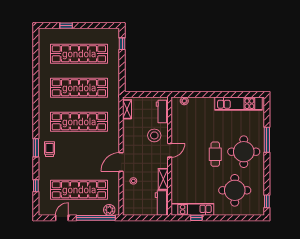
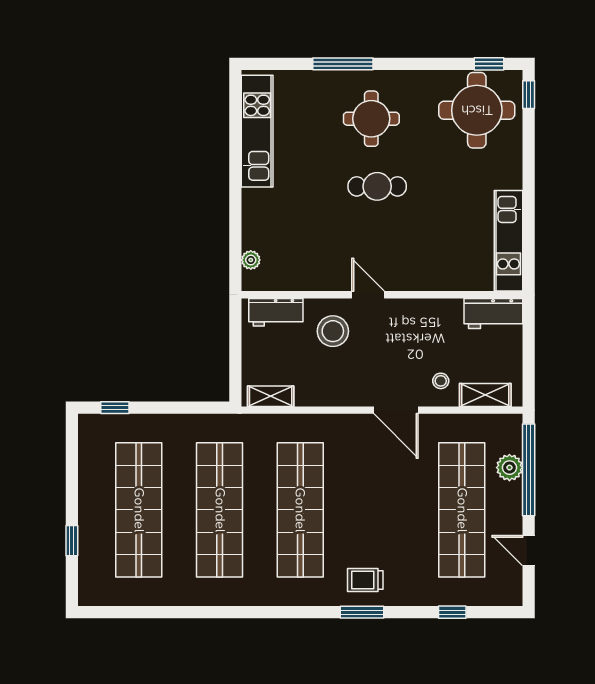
round table: (244, 152) -> (371, 119), width x0.73, depth x0.73
shelving: (163, 179) -> (485, 395), moved
round table: (235, 190) -> (477, 110), moved
plant: (109, 210) -> (509, 468), moved
window: (196, 218) -> (529, 95), moved

